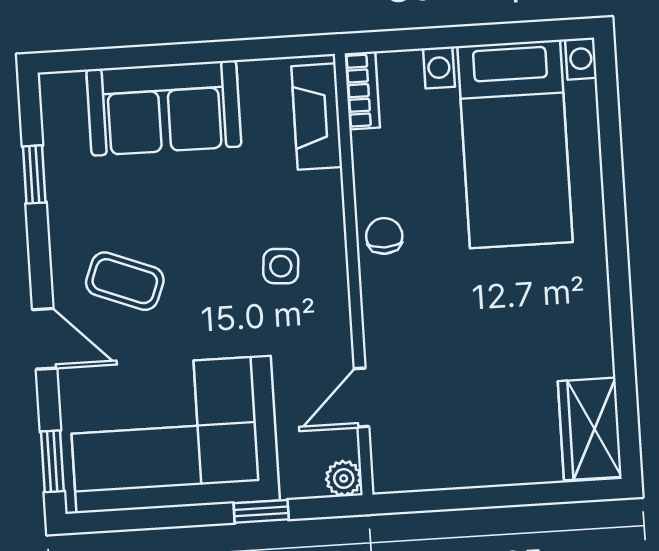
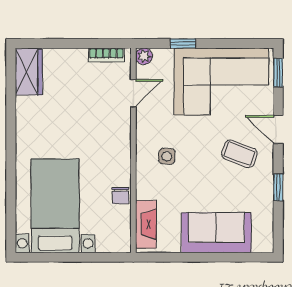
bookcase: (362, 90) -> (106, 55), moved, turned -90
window: (34, 174) -> (278, 188), moved
chair: (384, 236) -> (121, 195), moved

